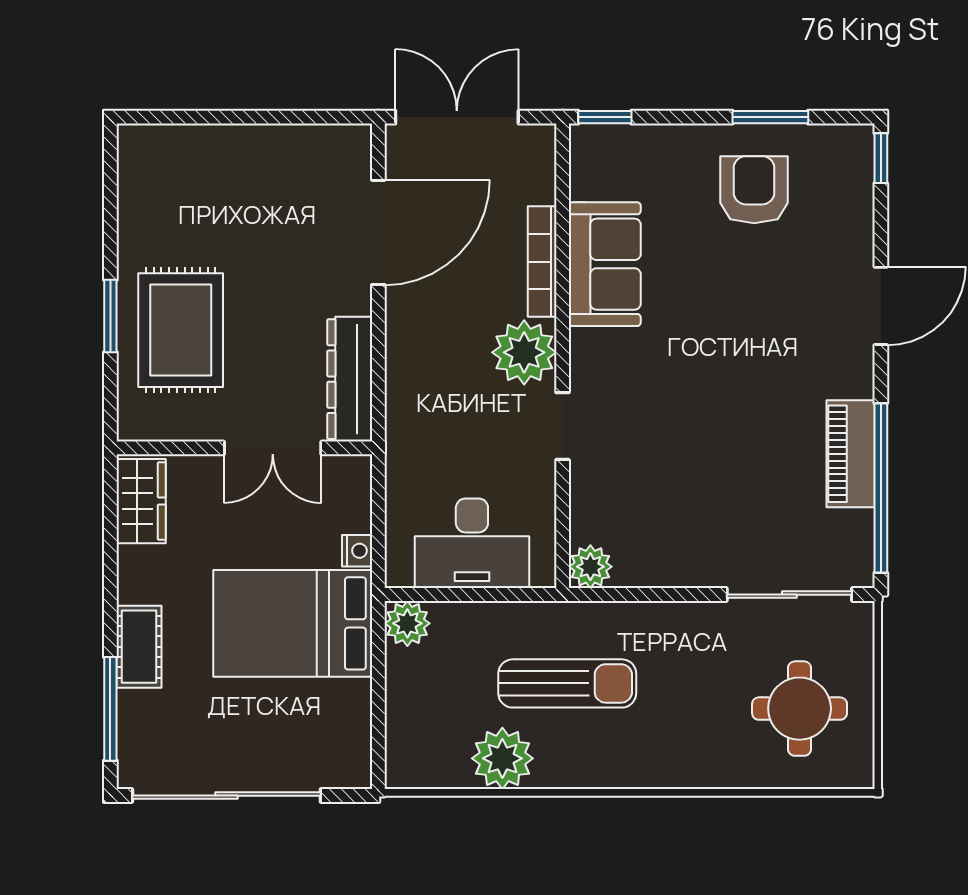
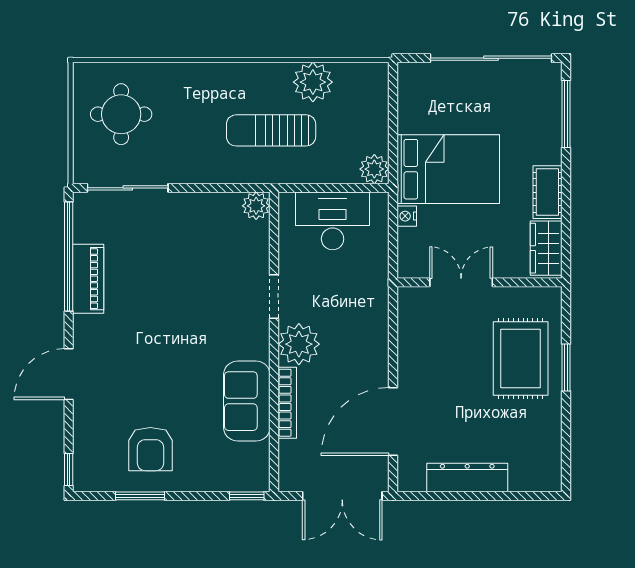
dresser: (350, 379) -> (467, 477), moved, turned -90
cot: (139, 647) -> (547, 192), moved

